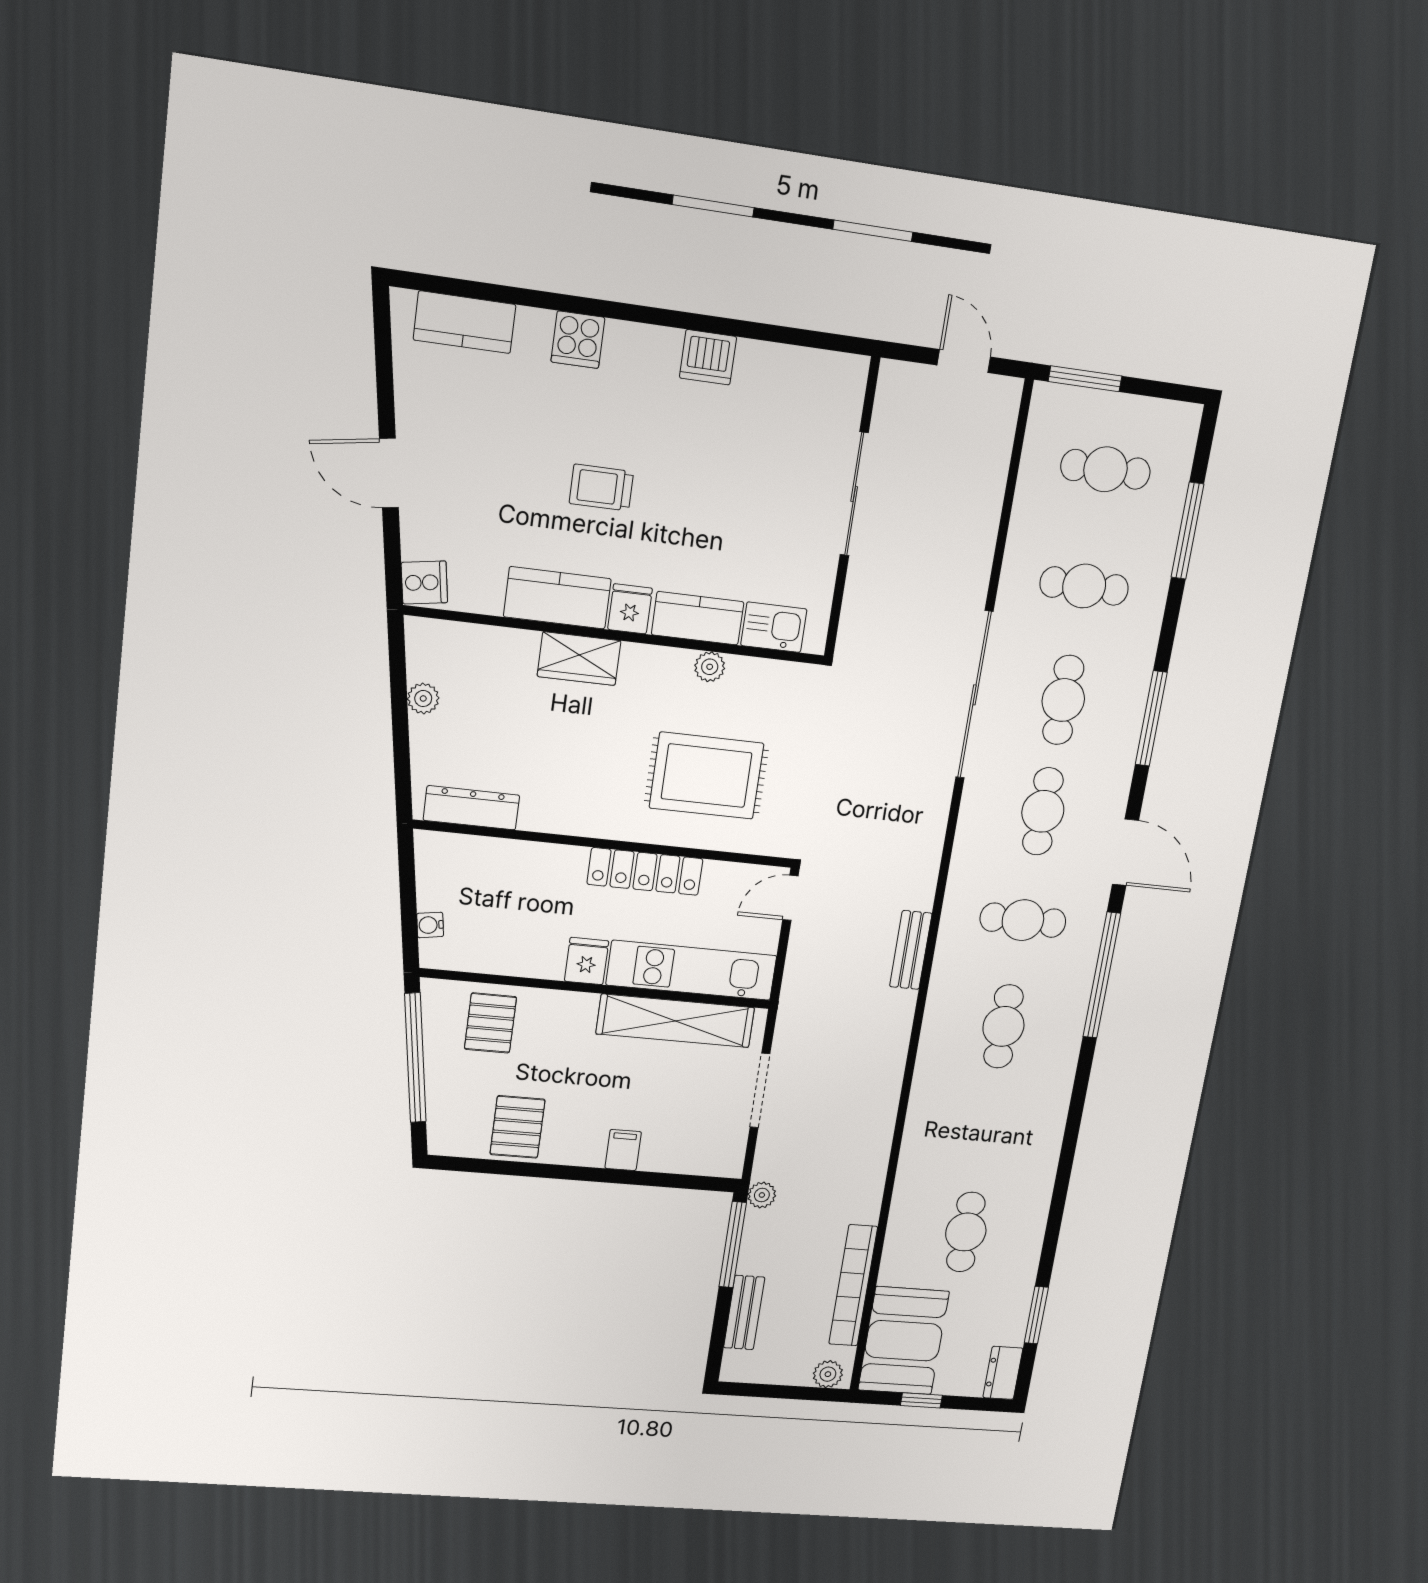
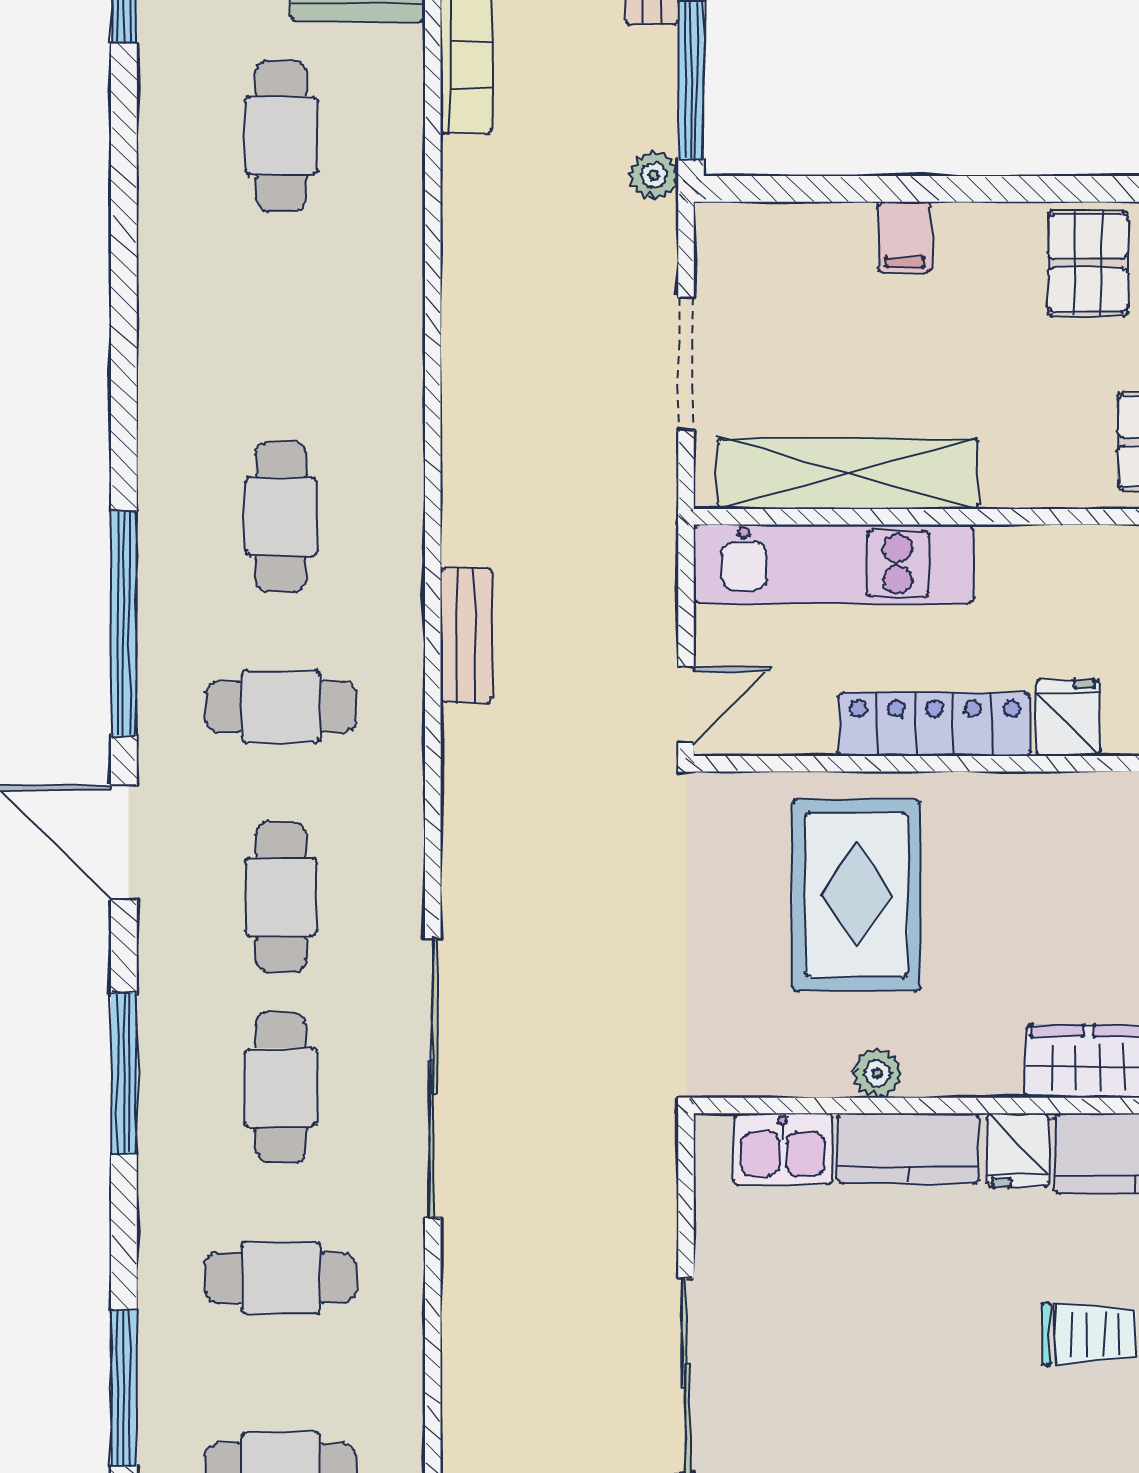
rug: (707, 776) -> (856, 895), turned 90
fridge: (587, 961) -> (1068, 718), moved, turned 180

